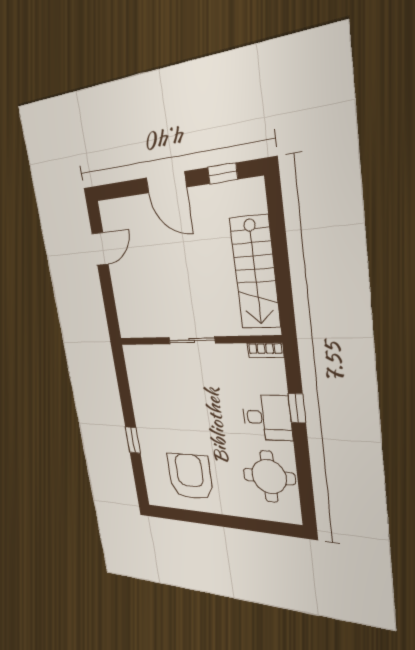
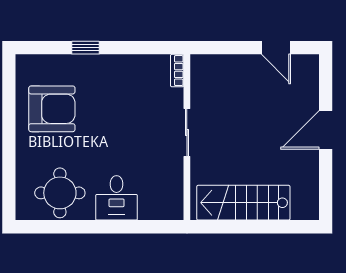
window: (223, 173) -> (326, 184), removed
bookcase: (266, 350) -> (177, 71), moved
window: (297, 408) -> (126, 227), removed

